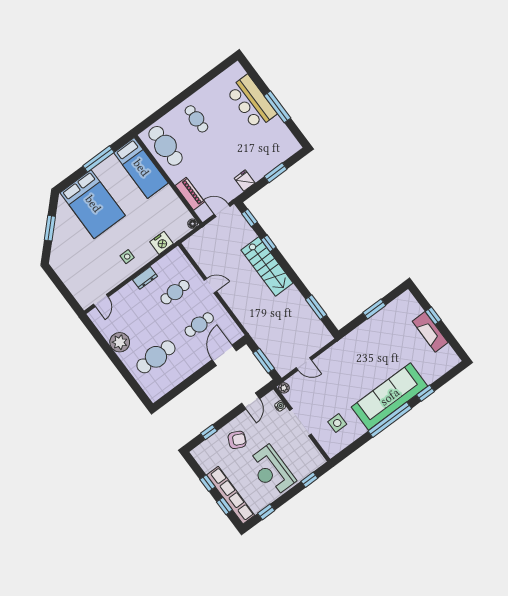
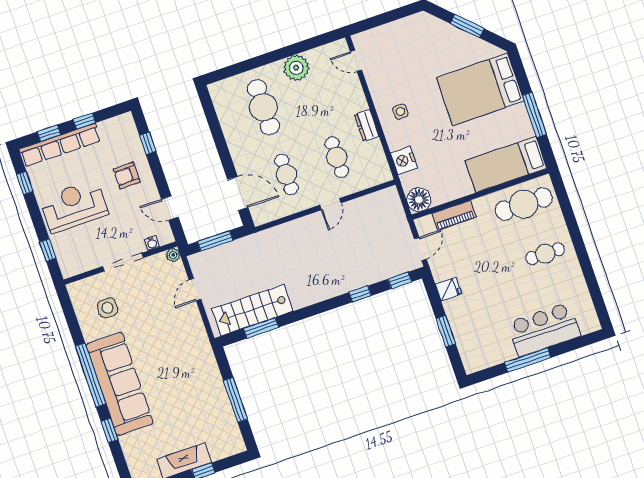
floor lamp: (193, 224) -> (419, 200), width x1.89, depth x1.89
stairs: (267, 266) -> (252, 310), moved
window: (374, 309) -> (236, 400), width x1.44
armchair: (237, 440) -> (127, 175), turned 65

